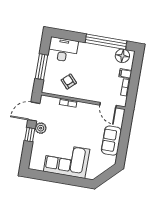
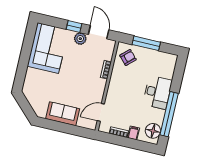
desk: (63, 50) -> (157, 92), moved
armchair: (69, 81) -> (128, 57), moved
corner sofa: (67, 160) -> (48, 48), moved

